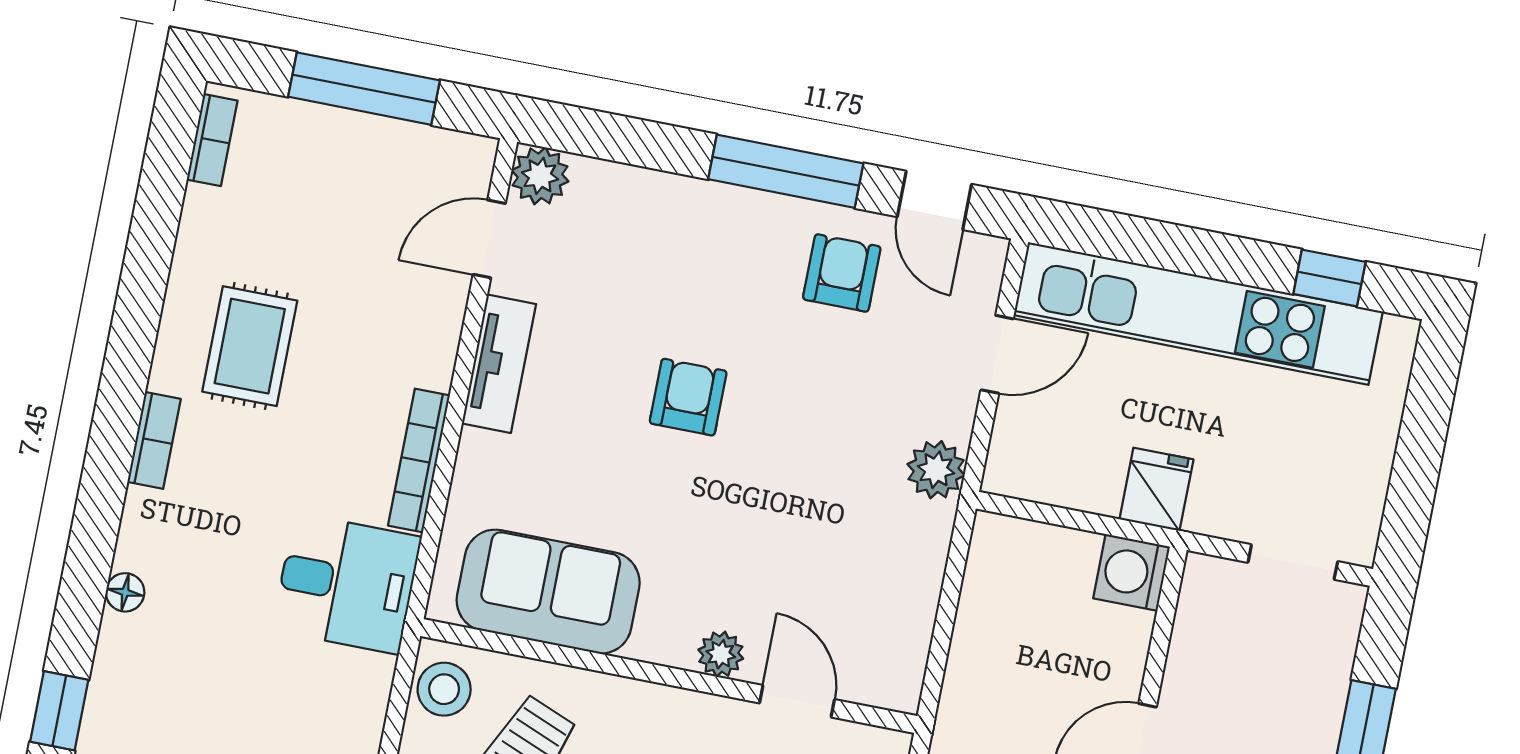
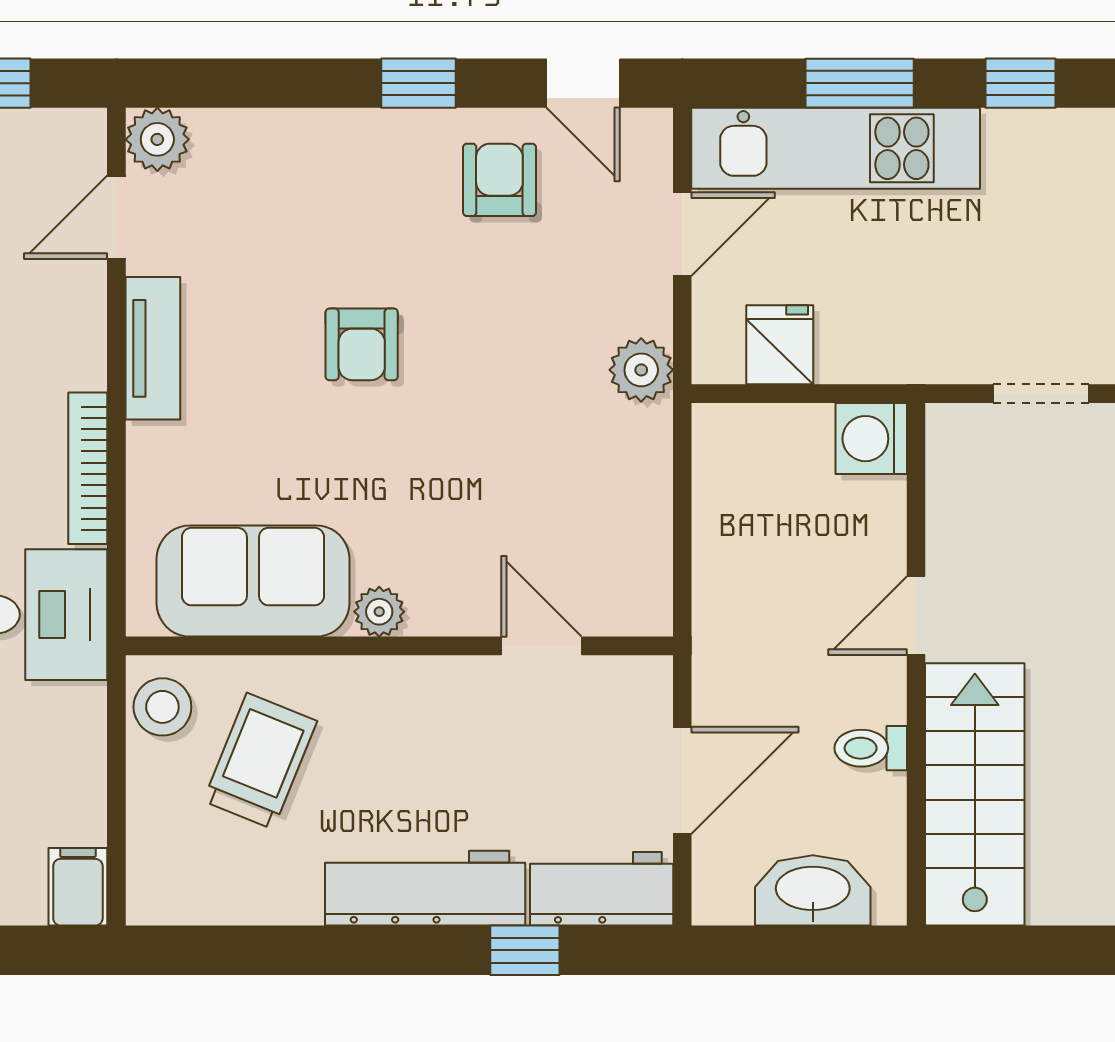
window: (786, 171) -> (418, 83), width x0.46
window: (1184, 249) -> (860, 83), added
kitchen unit: (1198, 313) -> (836, 148), width x0.73
armchair: (688, 397) -> (362, 344), turned 180
fridge: (1156, 489) -> (780, 345), moved
plant: (721, 654) -> (379, 612), moved

